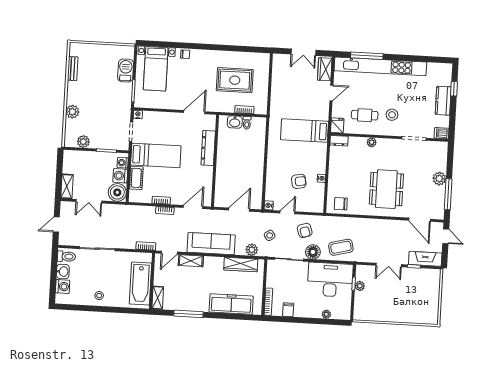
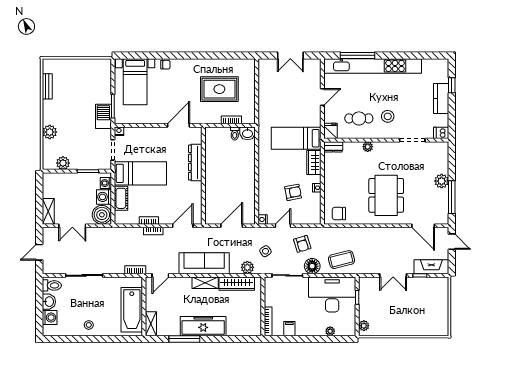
wardrobe: (325, 69) -> (314, 162), moved
barbecue: (126, 70) -> (103, 116), moved
washbasin: (235, 122) -> (248, 133), moved
shelving: (191, 261) -> (205, 283), moved
plant: (360, 286) -> (364, 326), moved
freezer: (231, 304) -> (203, 326), moved

